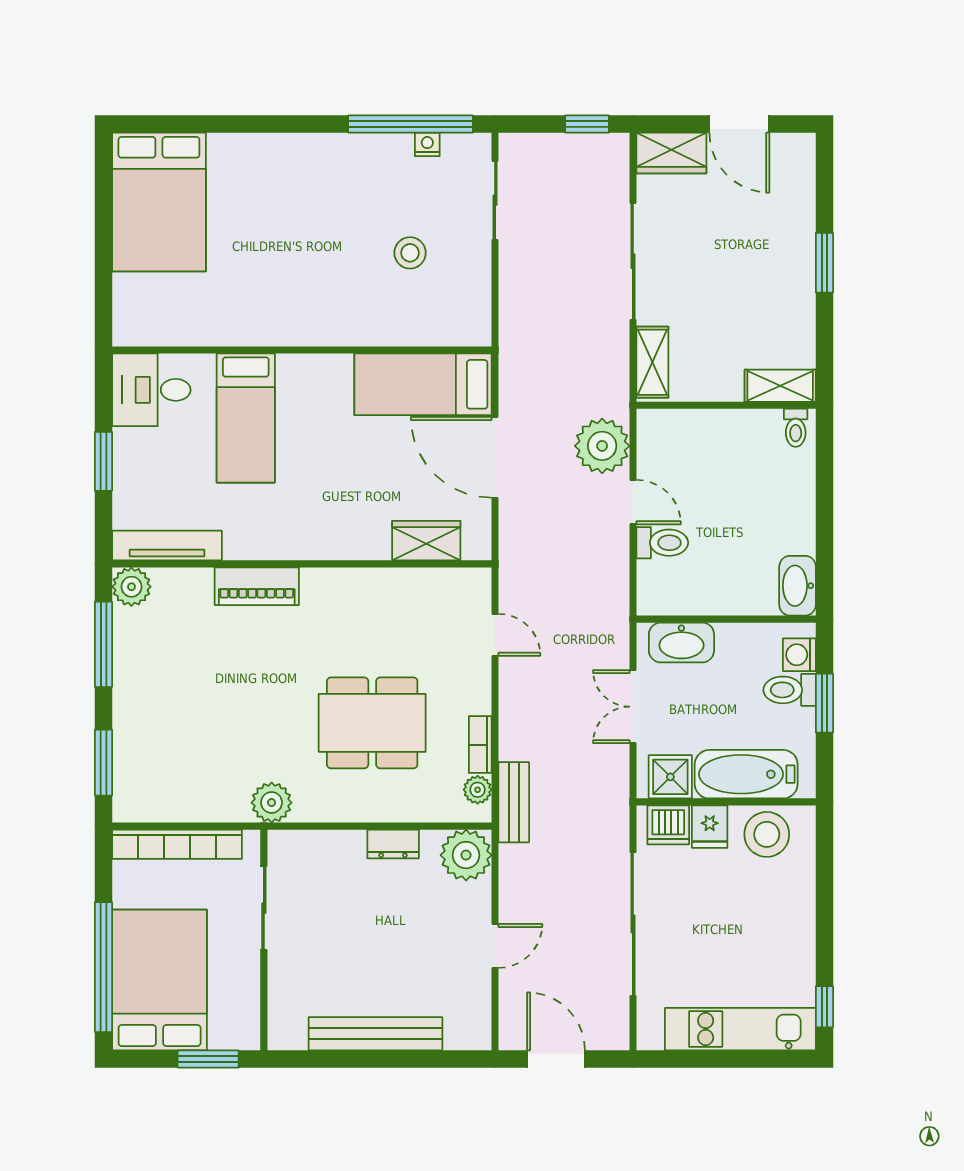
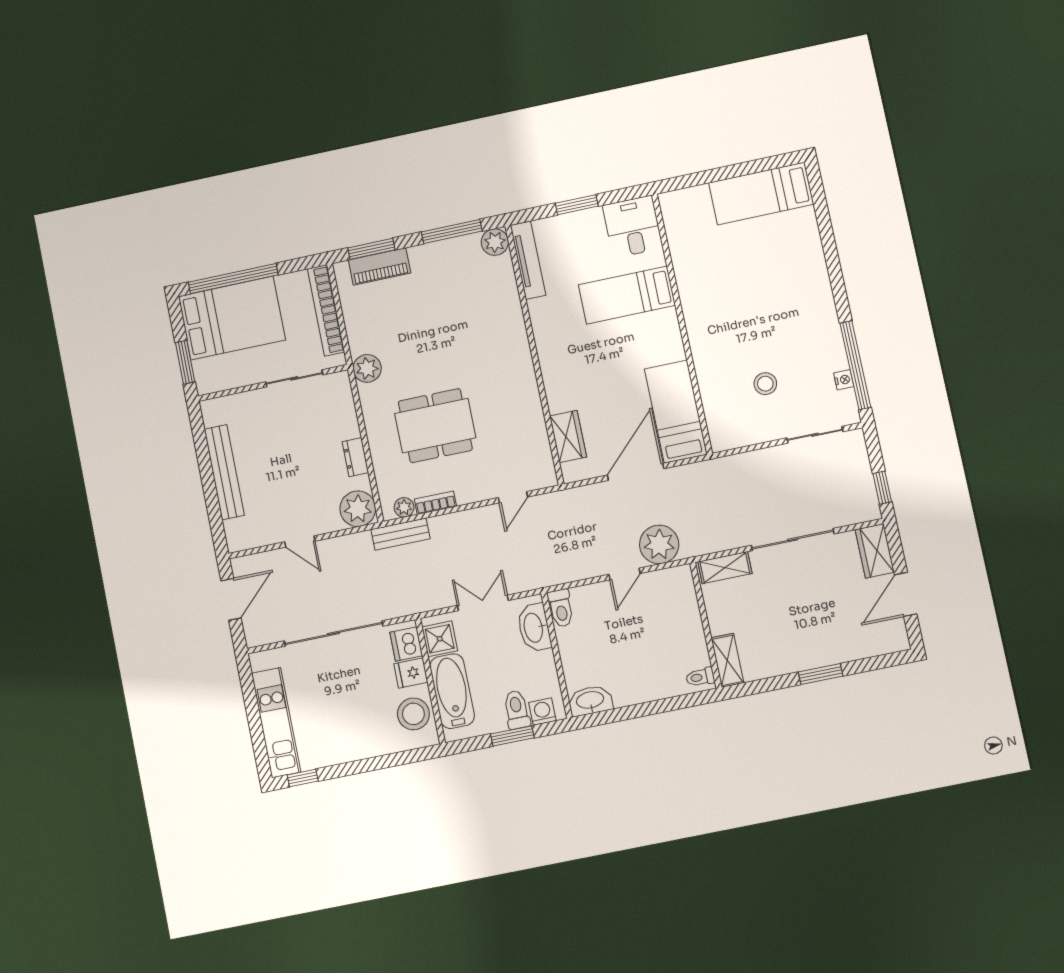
bed: (159, 202) -> (761, 194), width x0.67
toilet: (662, 543) -> (561, 608), moved
piano: (257, 586) -> (380, 266), moved, turned -90
dining table: (372, 723) -> (435, 426), turned 90

